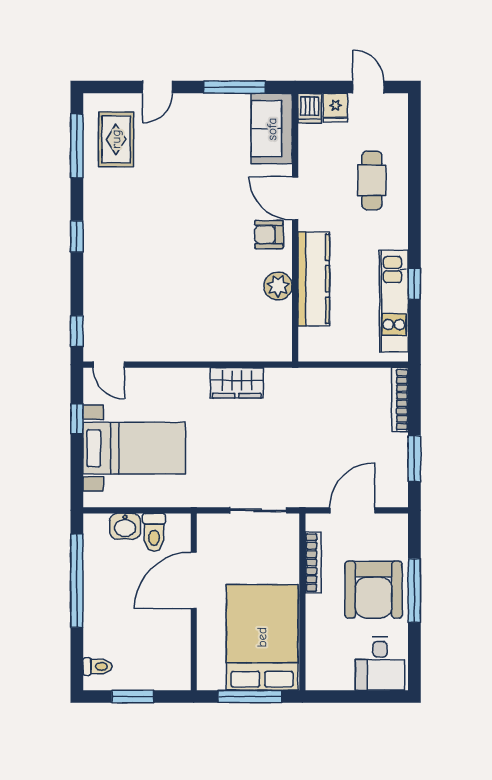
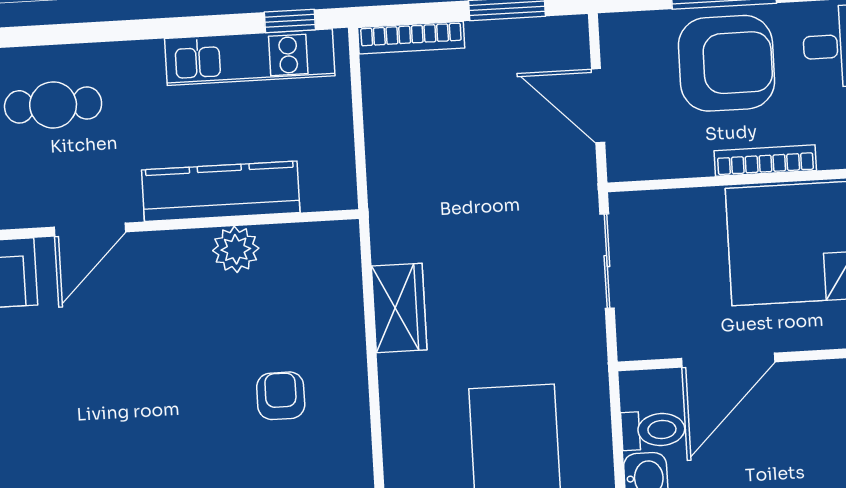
armchair: (269, 235) -> (281, 396), moved, turned 180
window: (414, 284) -> (290, 21), moved
bookcase: (313, 563) -> (765, 161), moved
door: (194, 580) -> (728, 360), hinge flipped

